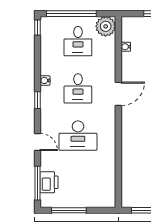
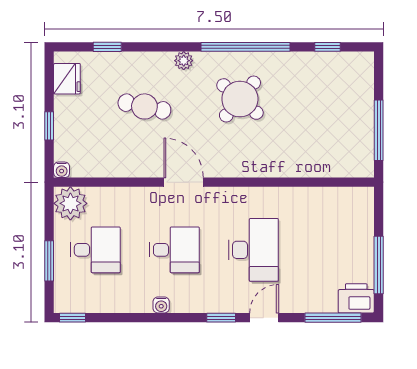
window: (71, 14) -> (49, 261), width x0.47
water cooler: (126, 47) -> (62, 170), moved
window: (38, 100) -> (221, 318), moved
printer: (49, 182) -> (356, 298), moved

